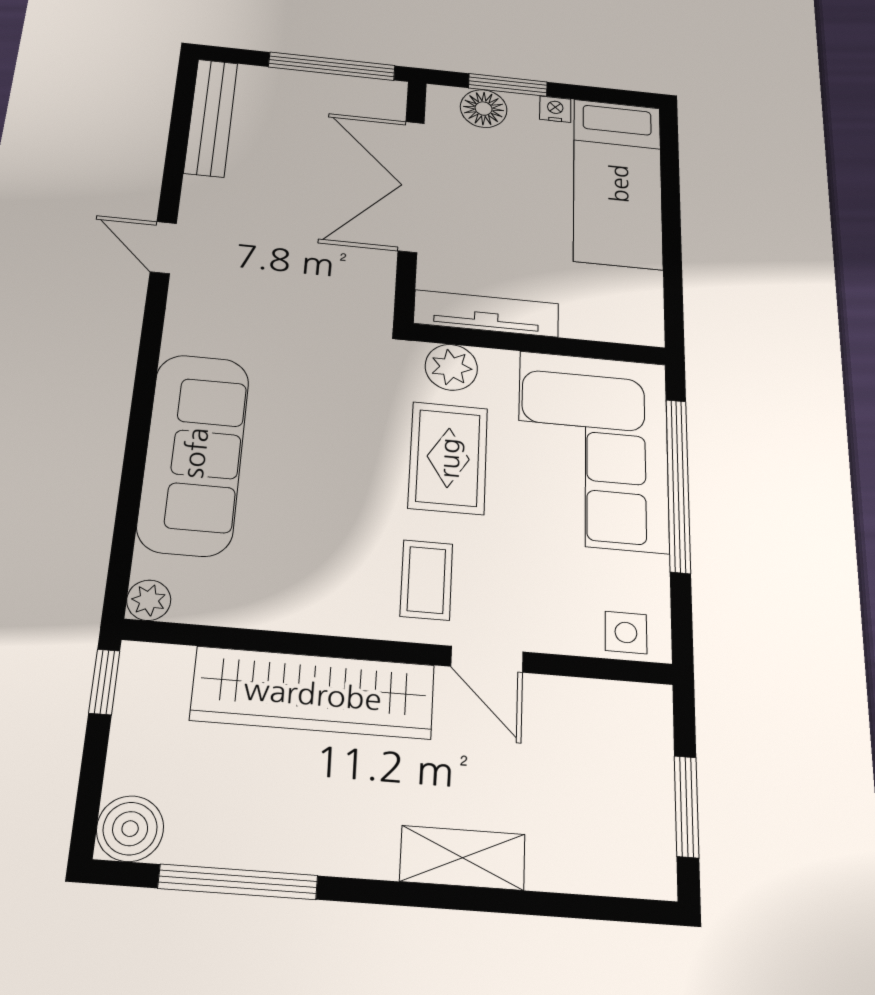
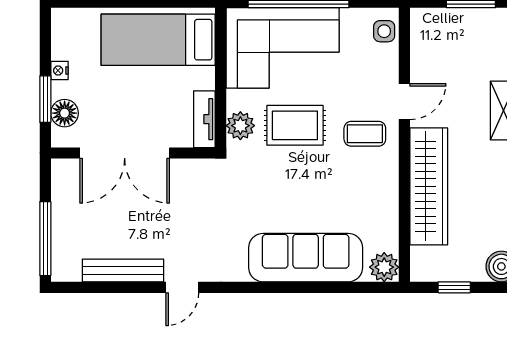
window: (332, 66) -> (45, 239), moved
bench: (211, 117) -> (123, 270), moved
bed: (618, 183) -> (158, 40), moved, turned 180
tv unit: (486, 313) -> (204, 119), width x0.71
plant: (149, 600) -> (384, 267), width x1.38, depth x1.38
window: (104, 682) -> (454, 287), moved

